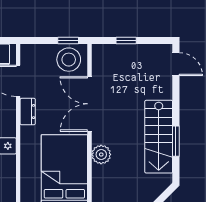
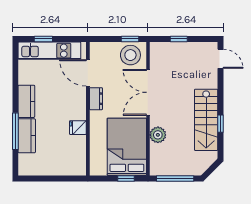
window: (176, 141) -> (221, 124), width x0.67

